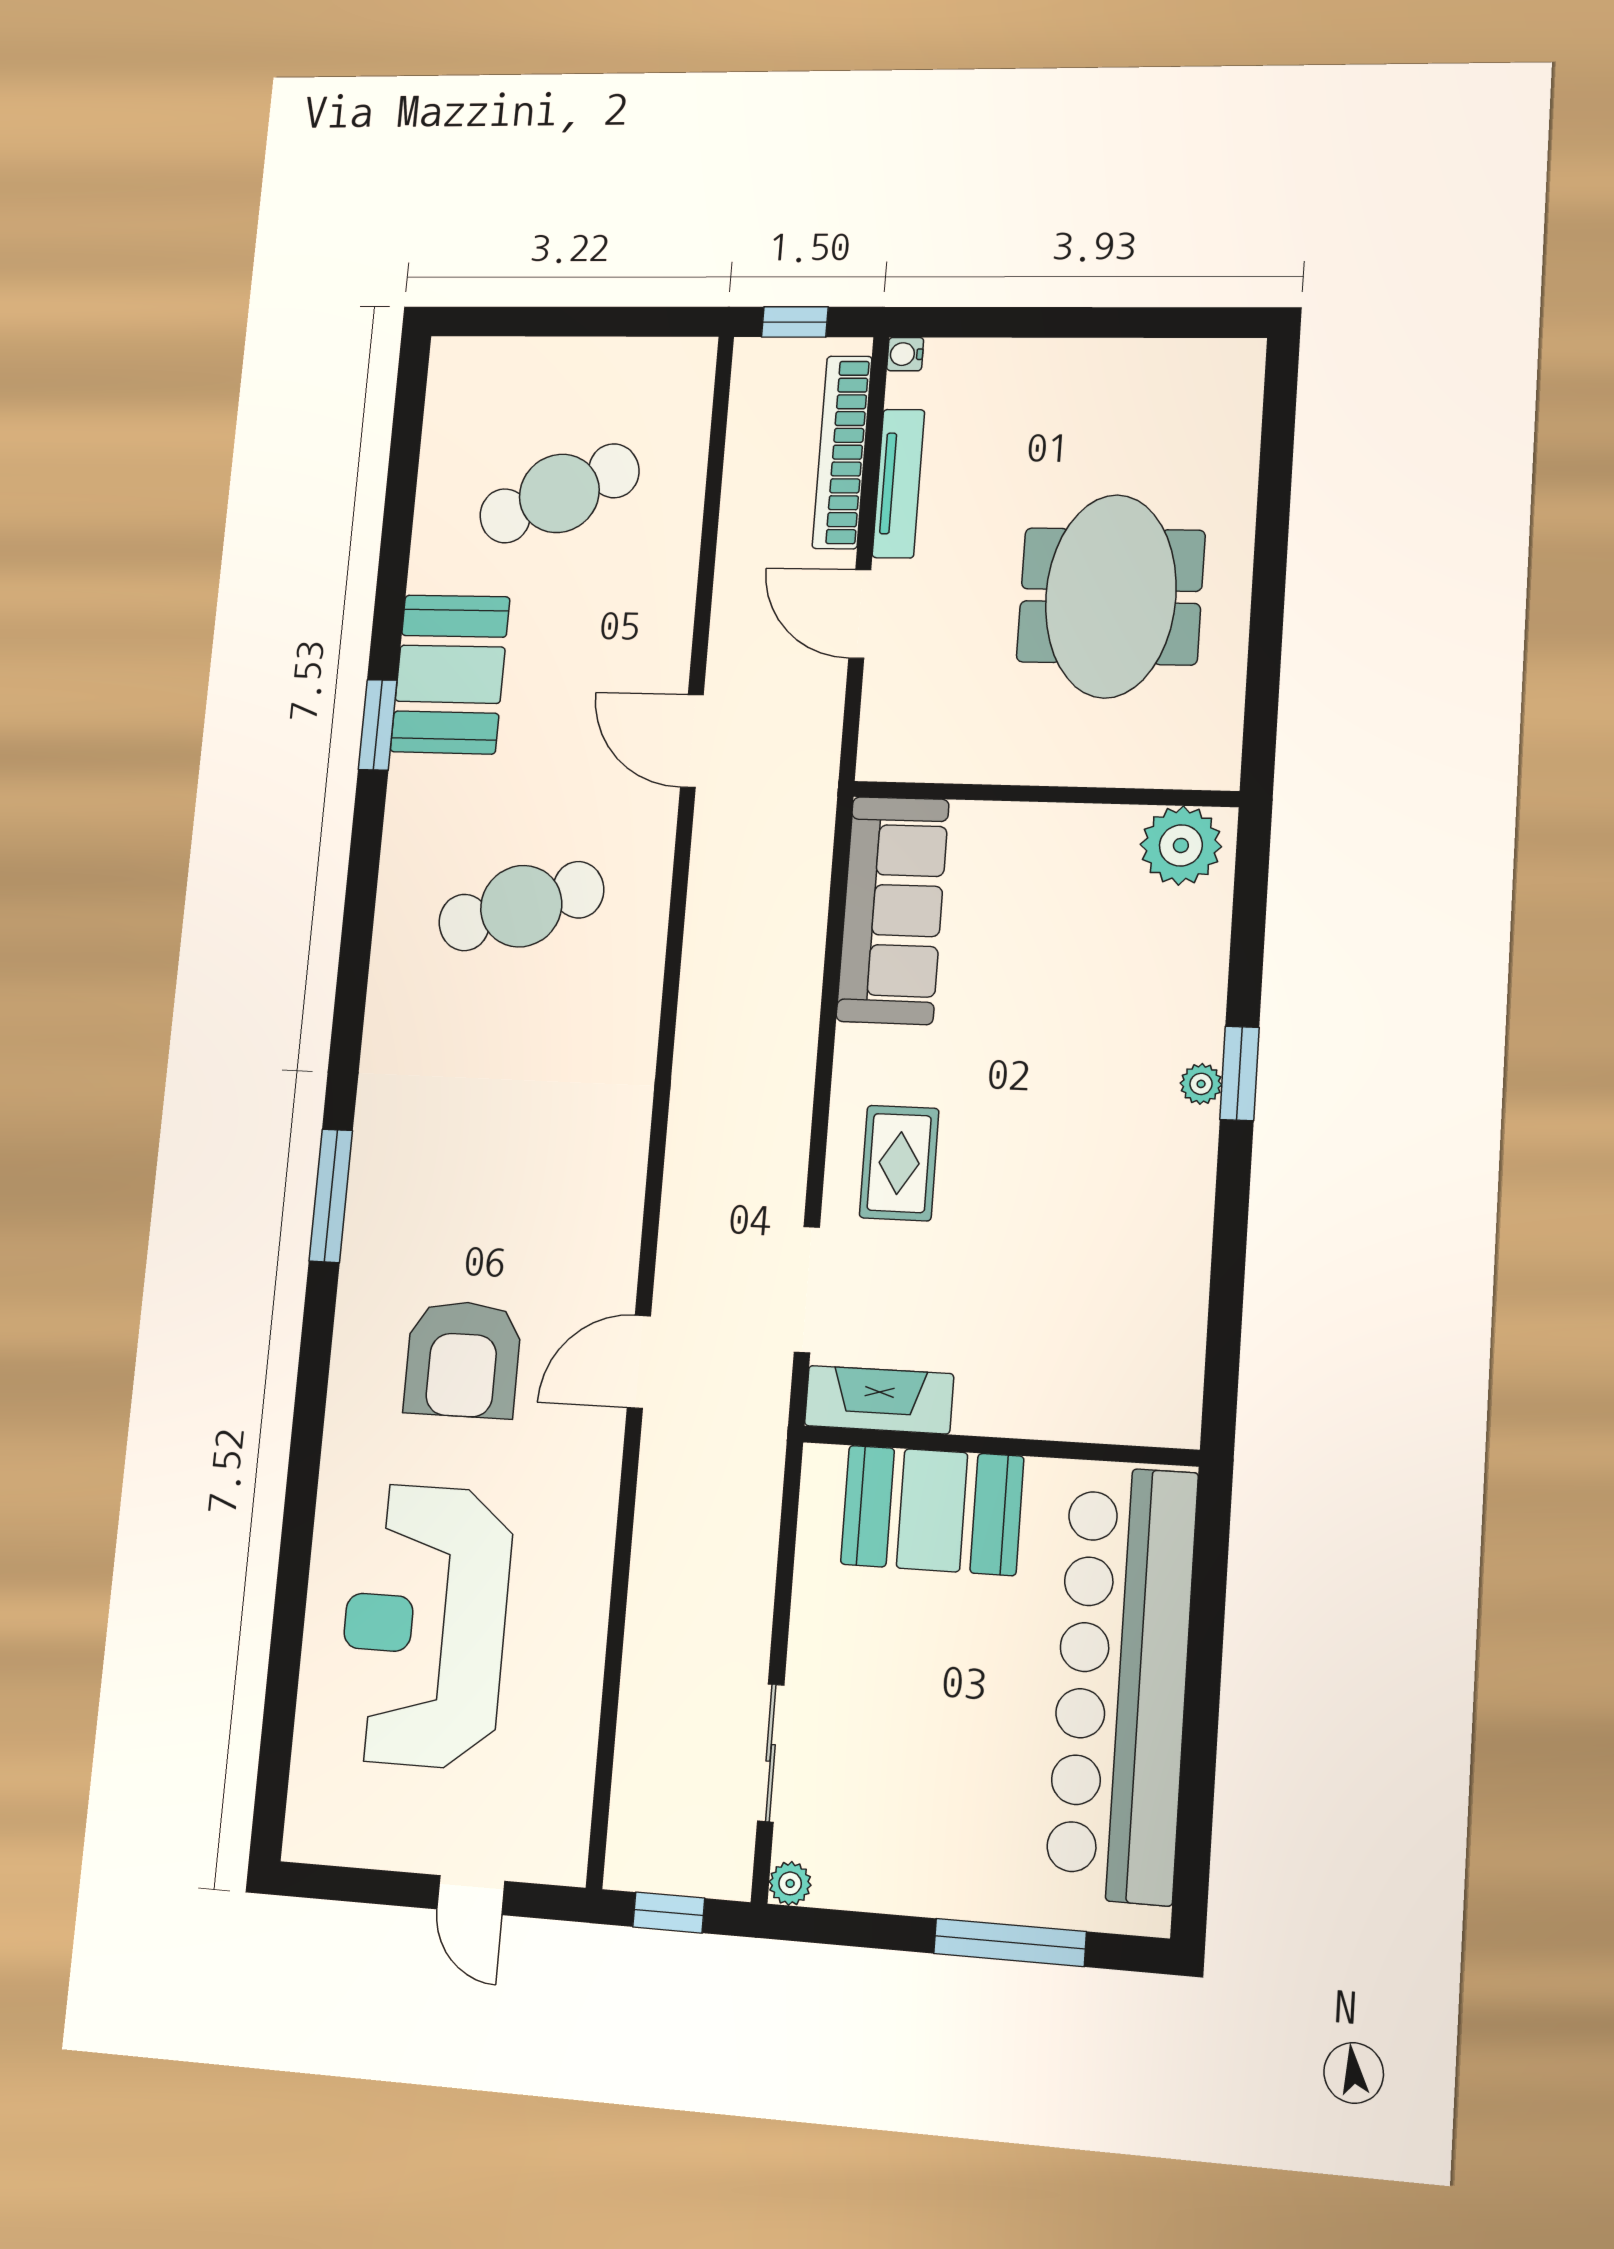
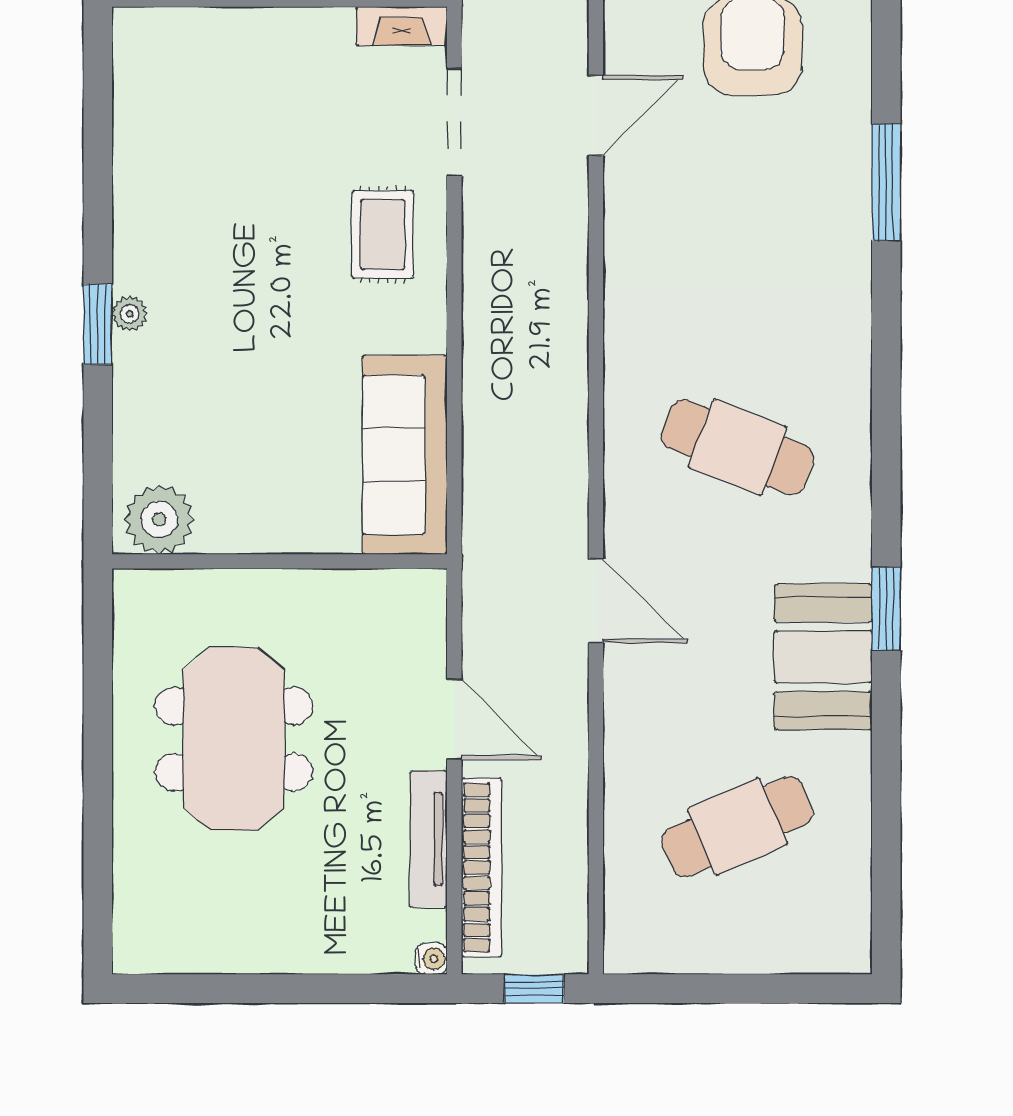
cafe table: (521, 906) -> (738, 447), turned 39
door: (639, 1362) -> (596, 115), moved
fireplace: (879, 1400) -> (402, 26), width x0.73, depth x0.76

